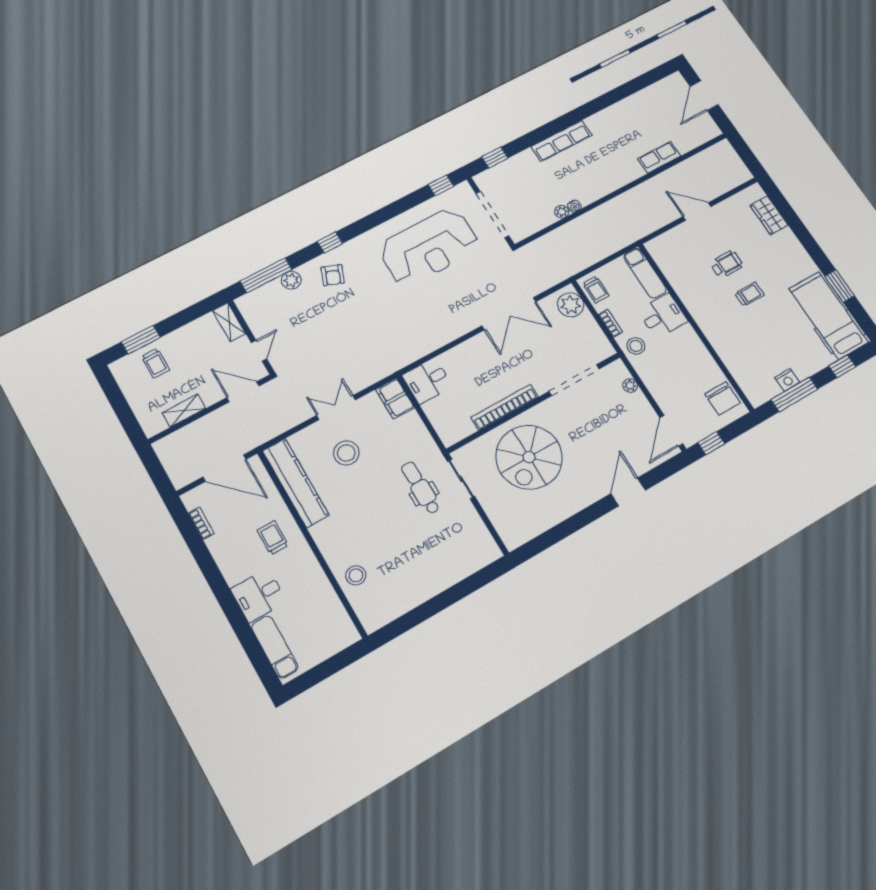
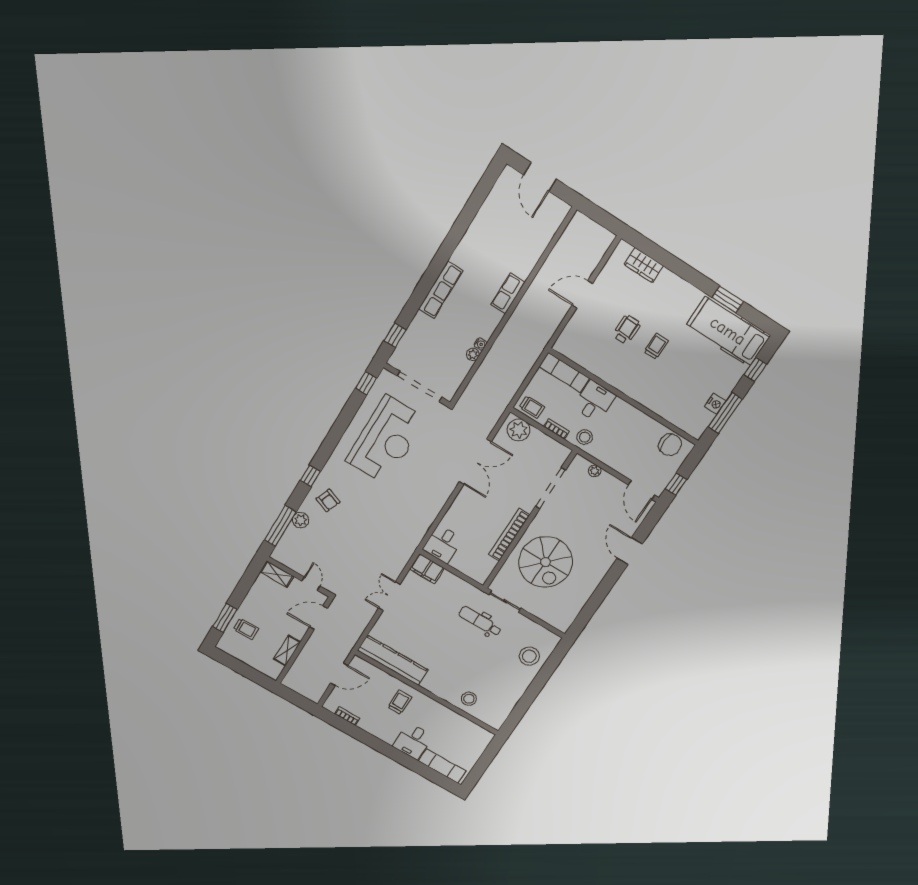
row of seats: (659, 157) -> (508, 294), moved
stool: (346, 453) -> (529, 656), moved
door: (225, 468) -> (339, 674), width x0.73
trolley: (273, 538) -> (400, 702), turned 90

